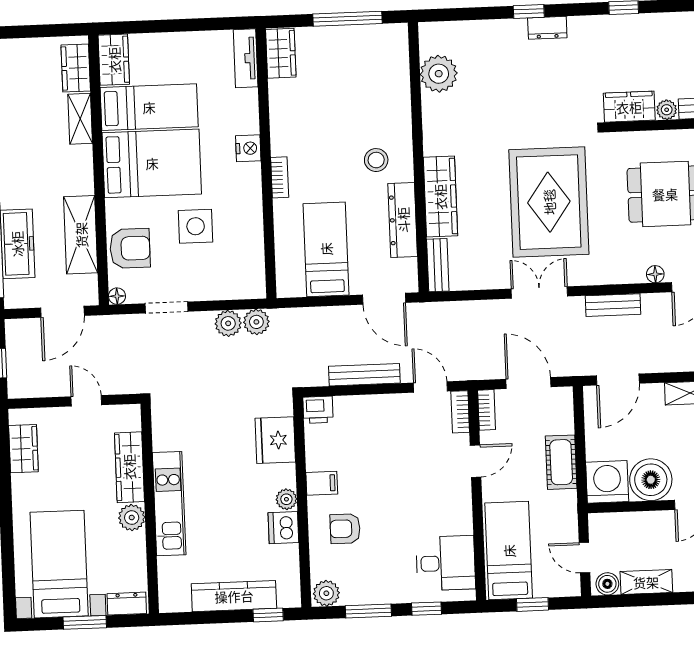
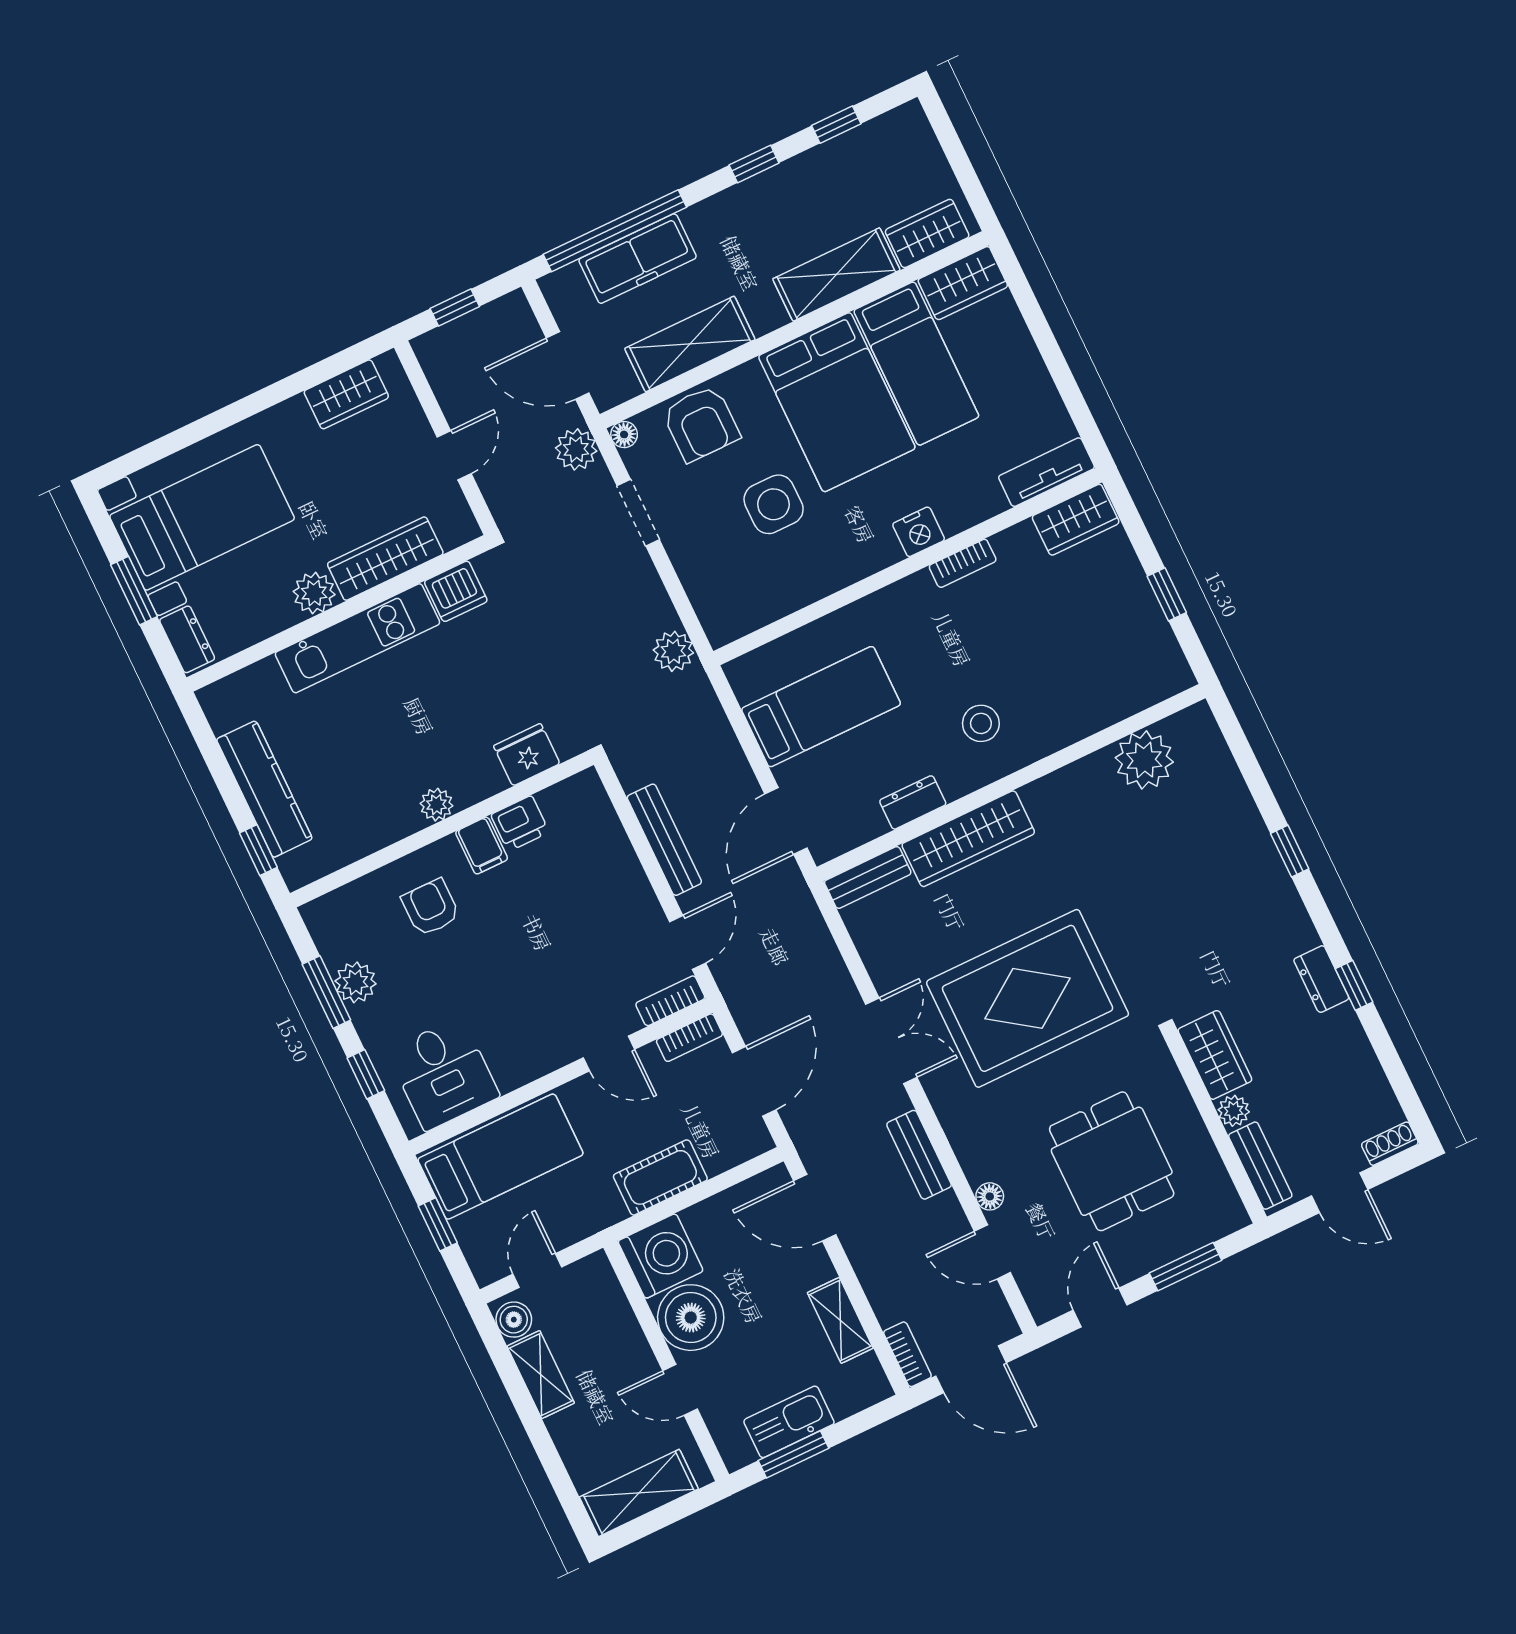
window: (347, 19) -> (1167, 594), width x0.46
dresser: (547, 28) -> (1321, 979), moved
shelving: (80, 119) -> (836, 274), width x1.50, depth x1.33
bookcase: (280, 177) -> (963, 563), moved
dresser: (403, 220) -> (913, 802), width x0.51, depth x0.80
plant: (228, 323) -> (576, 449), moved
printer: (318, 410) -> (520, 823), moved, turned -90
fridge: (275, 440) -> (527, 755), width x0.73, depth x0.75
dishwasher: (283, 528) -> (456, 591), moved, turned 180
plant: (326, 593) -> (355, 982), moved

